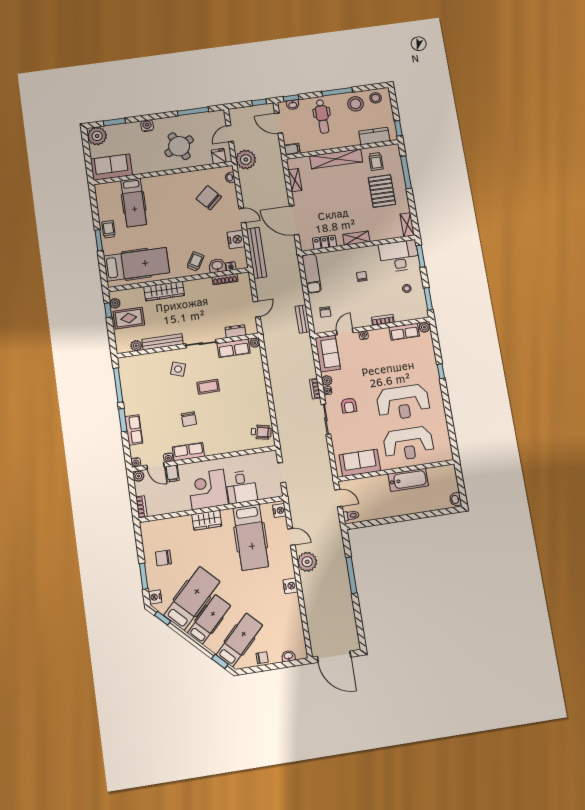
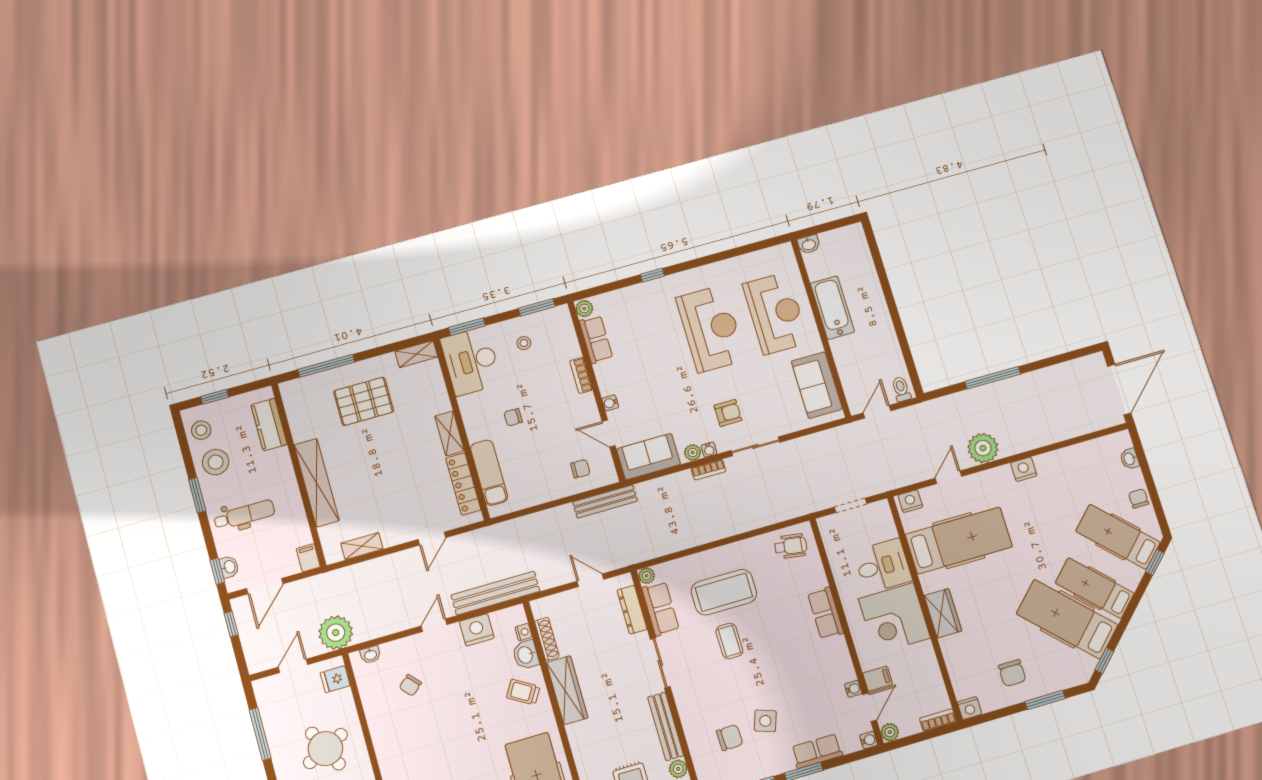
window: (337, 92) -> (197, 495), width x0.69
window: (398, 128) -> (215, 397), moved
door: (230, 134) -> (293, 666), swing flipped
trolley: (376, 161) -> (313, 417), removed
chair: (209, 198) -> (410, 685), width x0.54, depth x0.54
door: (294, 220) -> (432, 539), width x0.53
locker: (325, 242) -> (463, 484), width x1.53
exam couch: (312, 273) -> (489, 473), moved, turned 90
wardrobe: (164, 291) -> (567, 690), moved
bench: (303, 319) -> (605, 502), width x1.36
dresser: (235, 331) -> (632, 610), width x1.44
side table: (178, 369) -> (765, 721), moved
coffee table: (238, 388) -> (724, 592), added
chair: (189, 419) -> (730, 738), moved
wheelchair: (261, 432) -> (791, 546), turned 86
row of seats: (188, 452) -> (826, 613), moved
washbasin: (455, 499) -> (809, 244), moved
nightstand: (155, 597) -> (970, 708), moved

